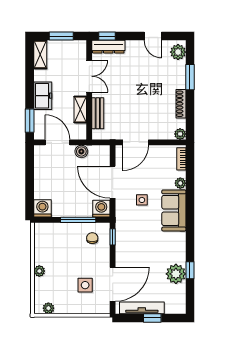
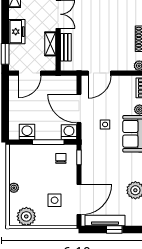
door: (57, 142) -> (30, 73), swing flipped
boiler: (81, 151) -> (51, 81), removed
washing machine: (42, 208) -> (27, 132), moved
plant: (48, 308) -> (26, 216), width x1.87, depth x1.87

